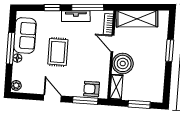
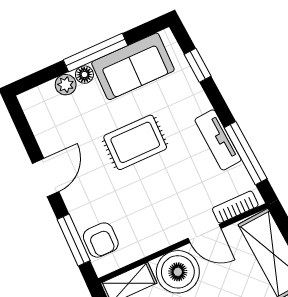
window: (52, 8) -> (198, 65), moved
door: (112, 43) -> (204, 233), swing flipped
plant: (16, 85) -> (66, 85), moved
armchair: (92, 89) -> (101, 240), turned 180

